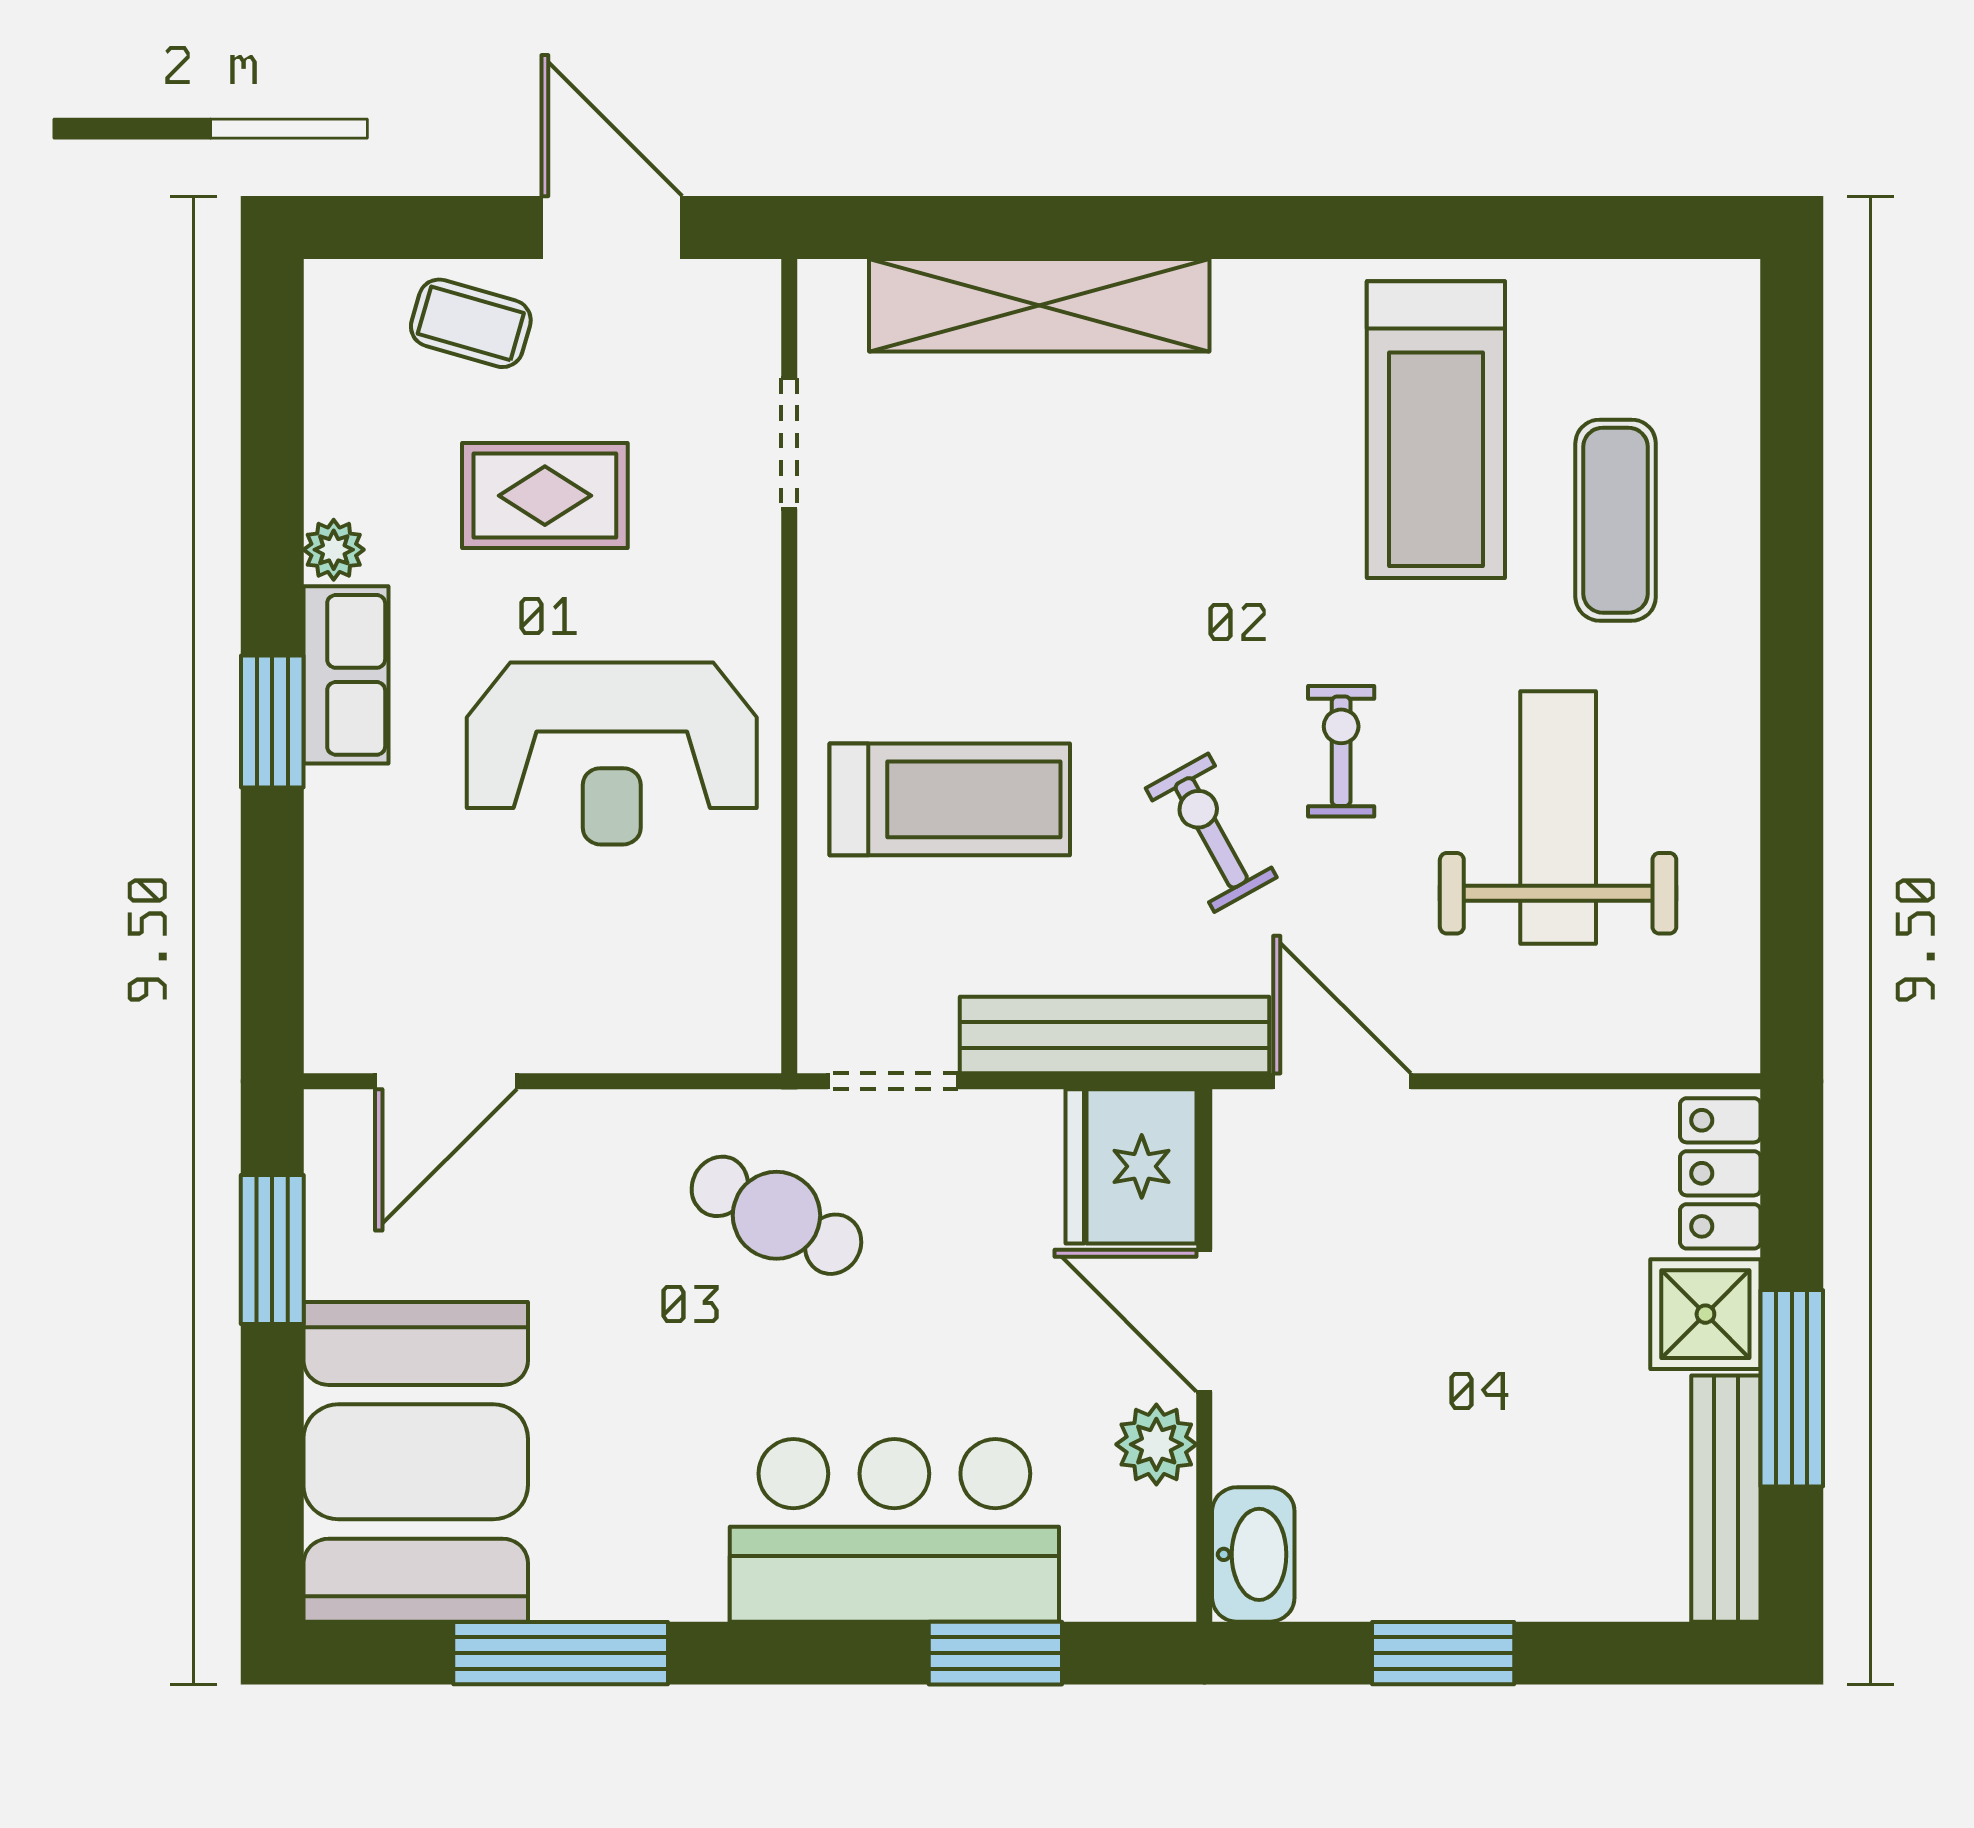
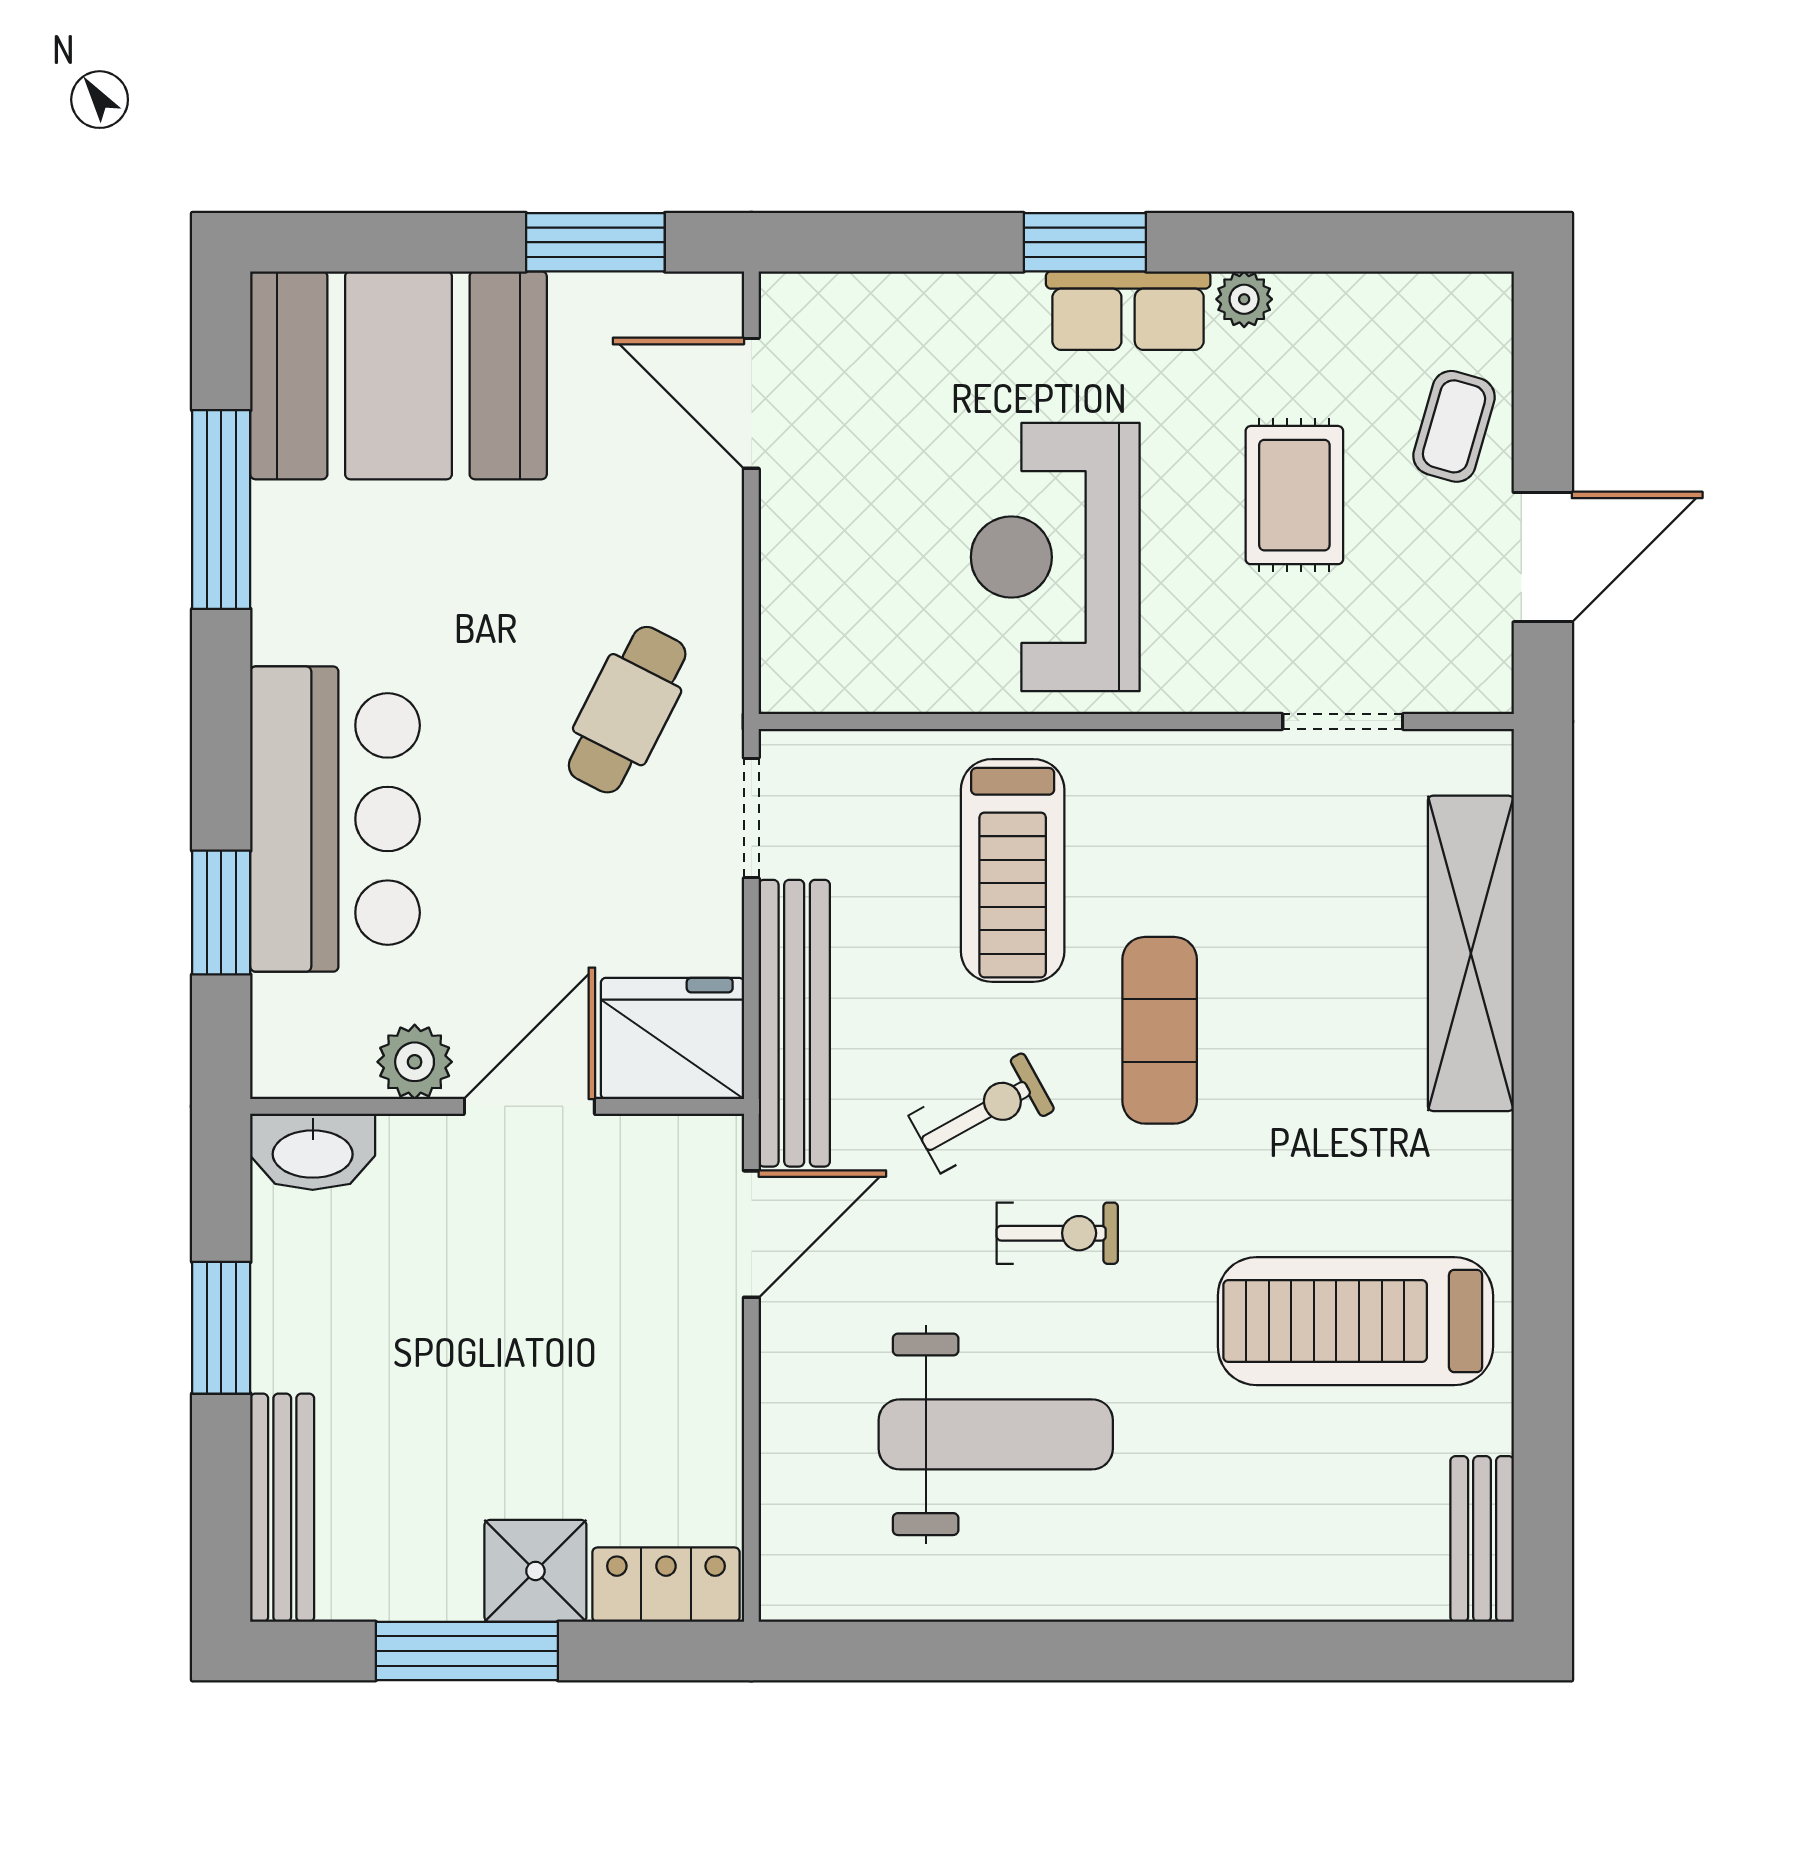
bench: (1671, 293) -> (1482, 1539), added
exercise mat: (1616, 520) -> (1160, 1030), moved, turned 90
bench: (1726, 1499) -> (282, 1508), moved, turned 90

